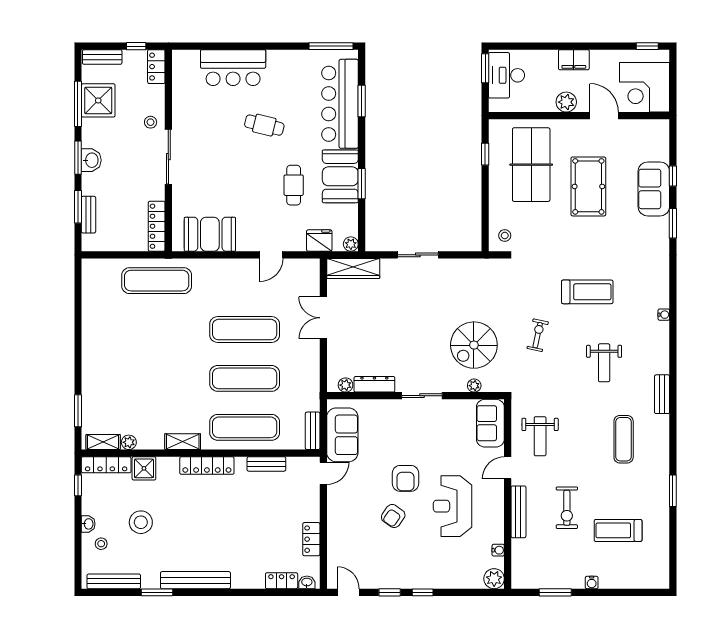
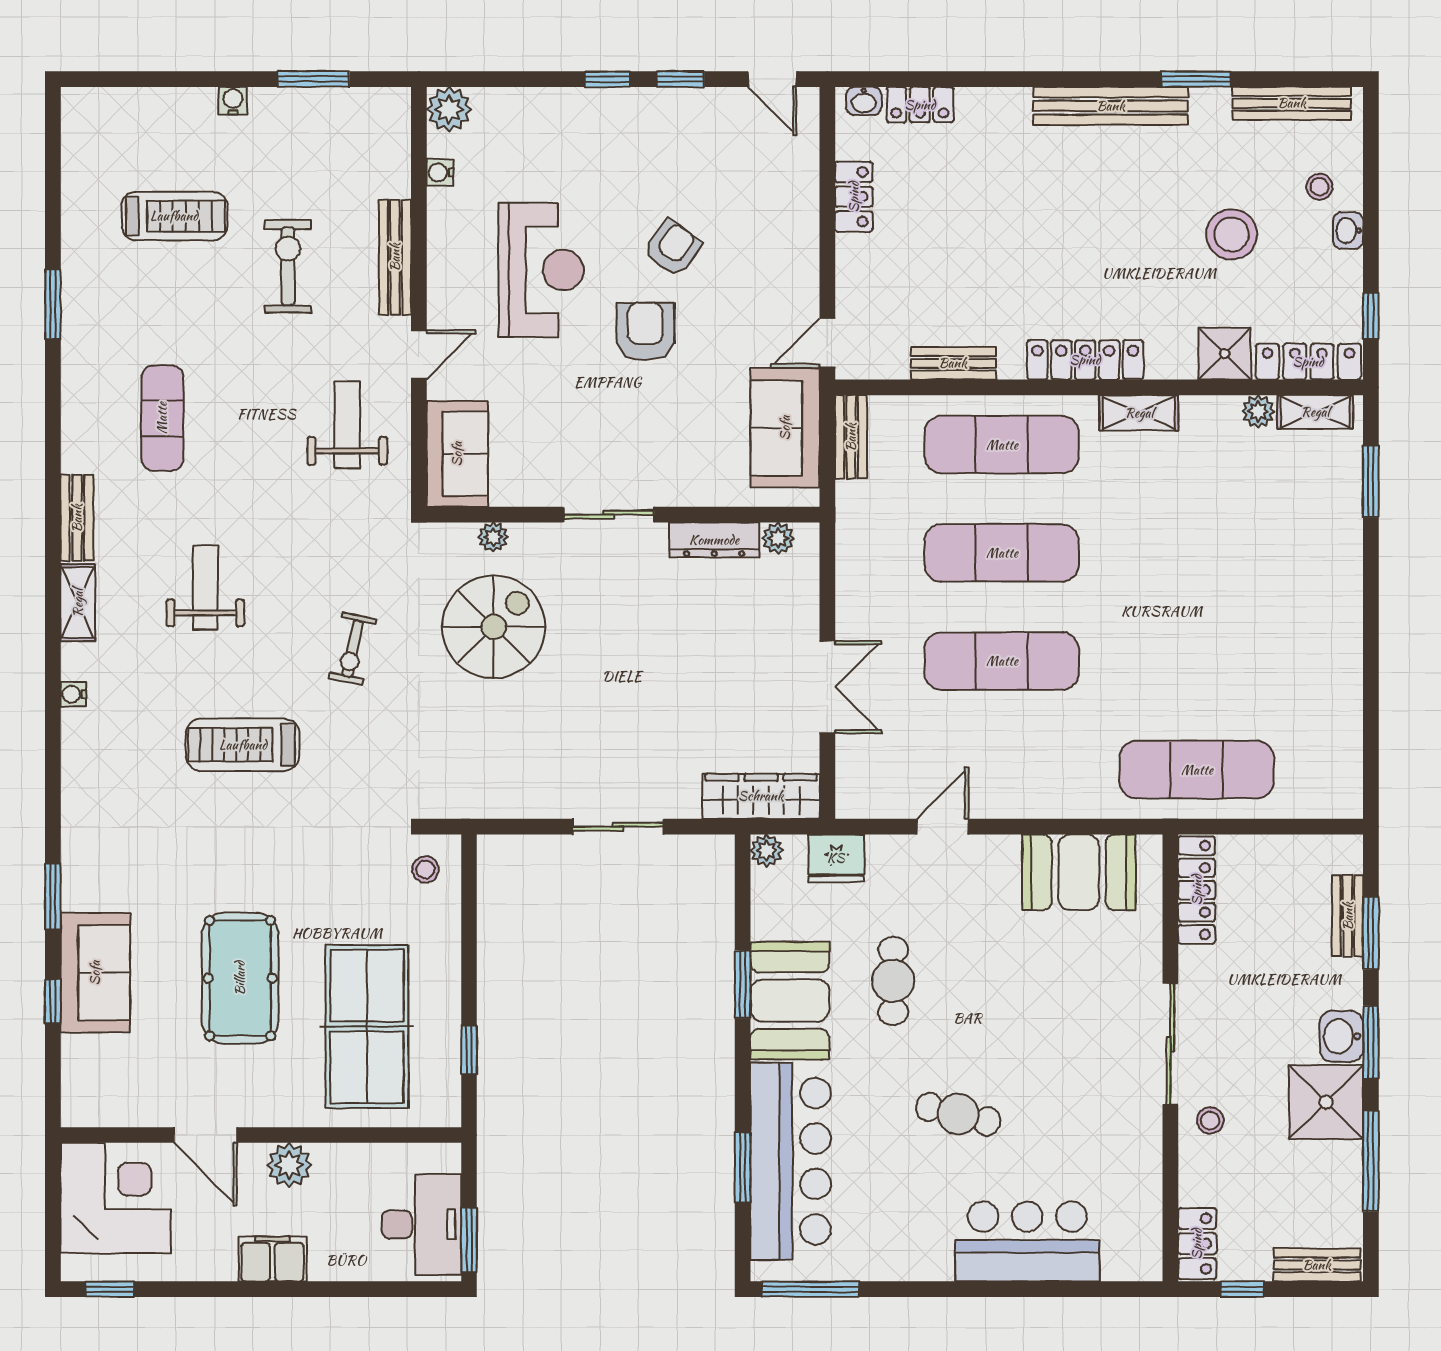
shower: (98, 100) -> (1326, 1102), moved
shelving: (662, 356) -> (78, 603), added

